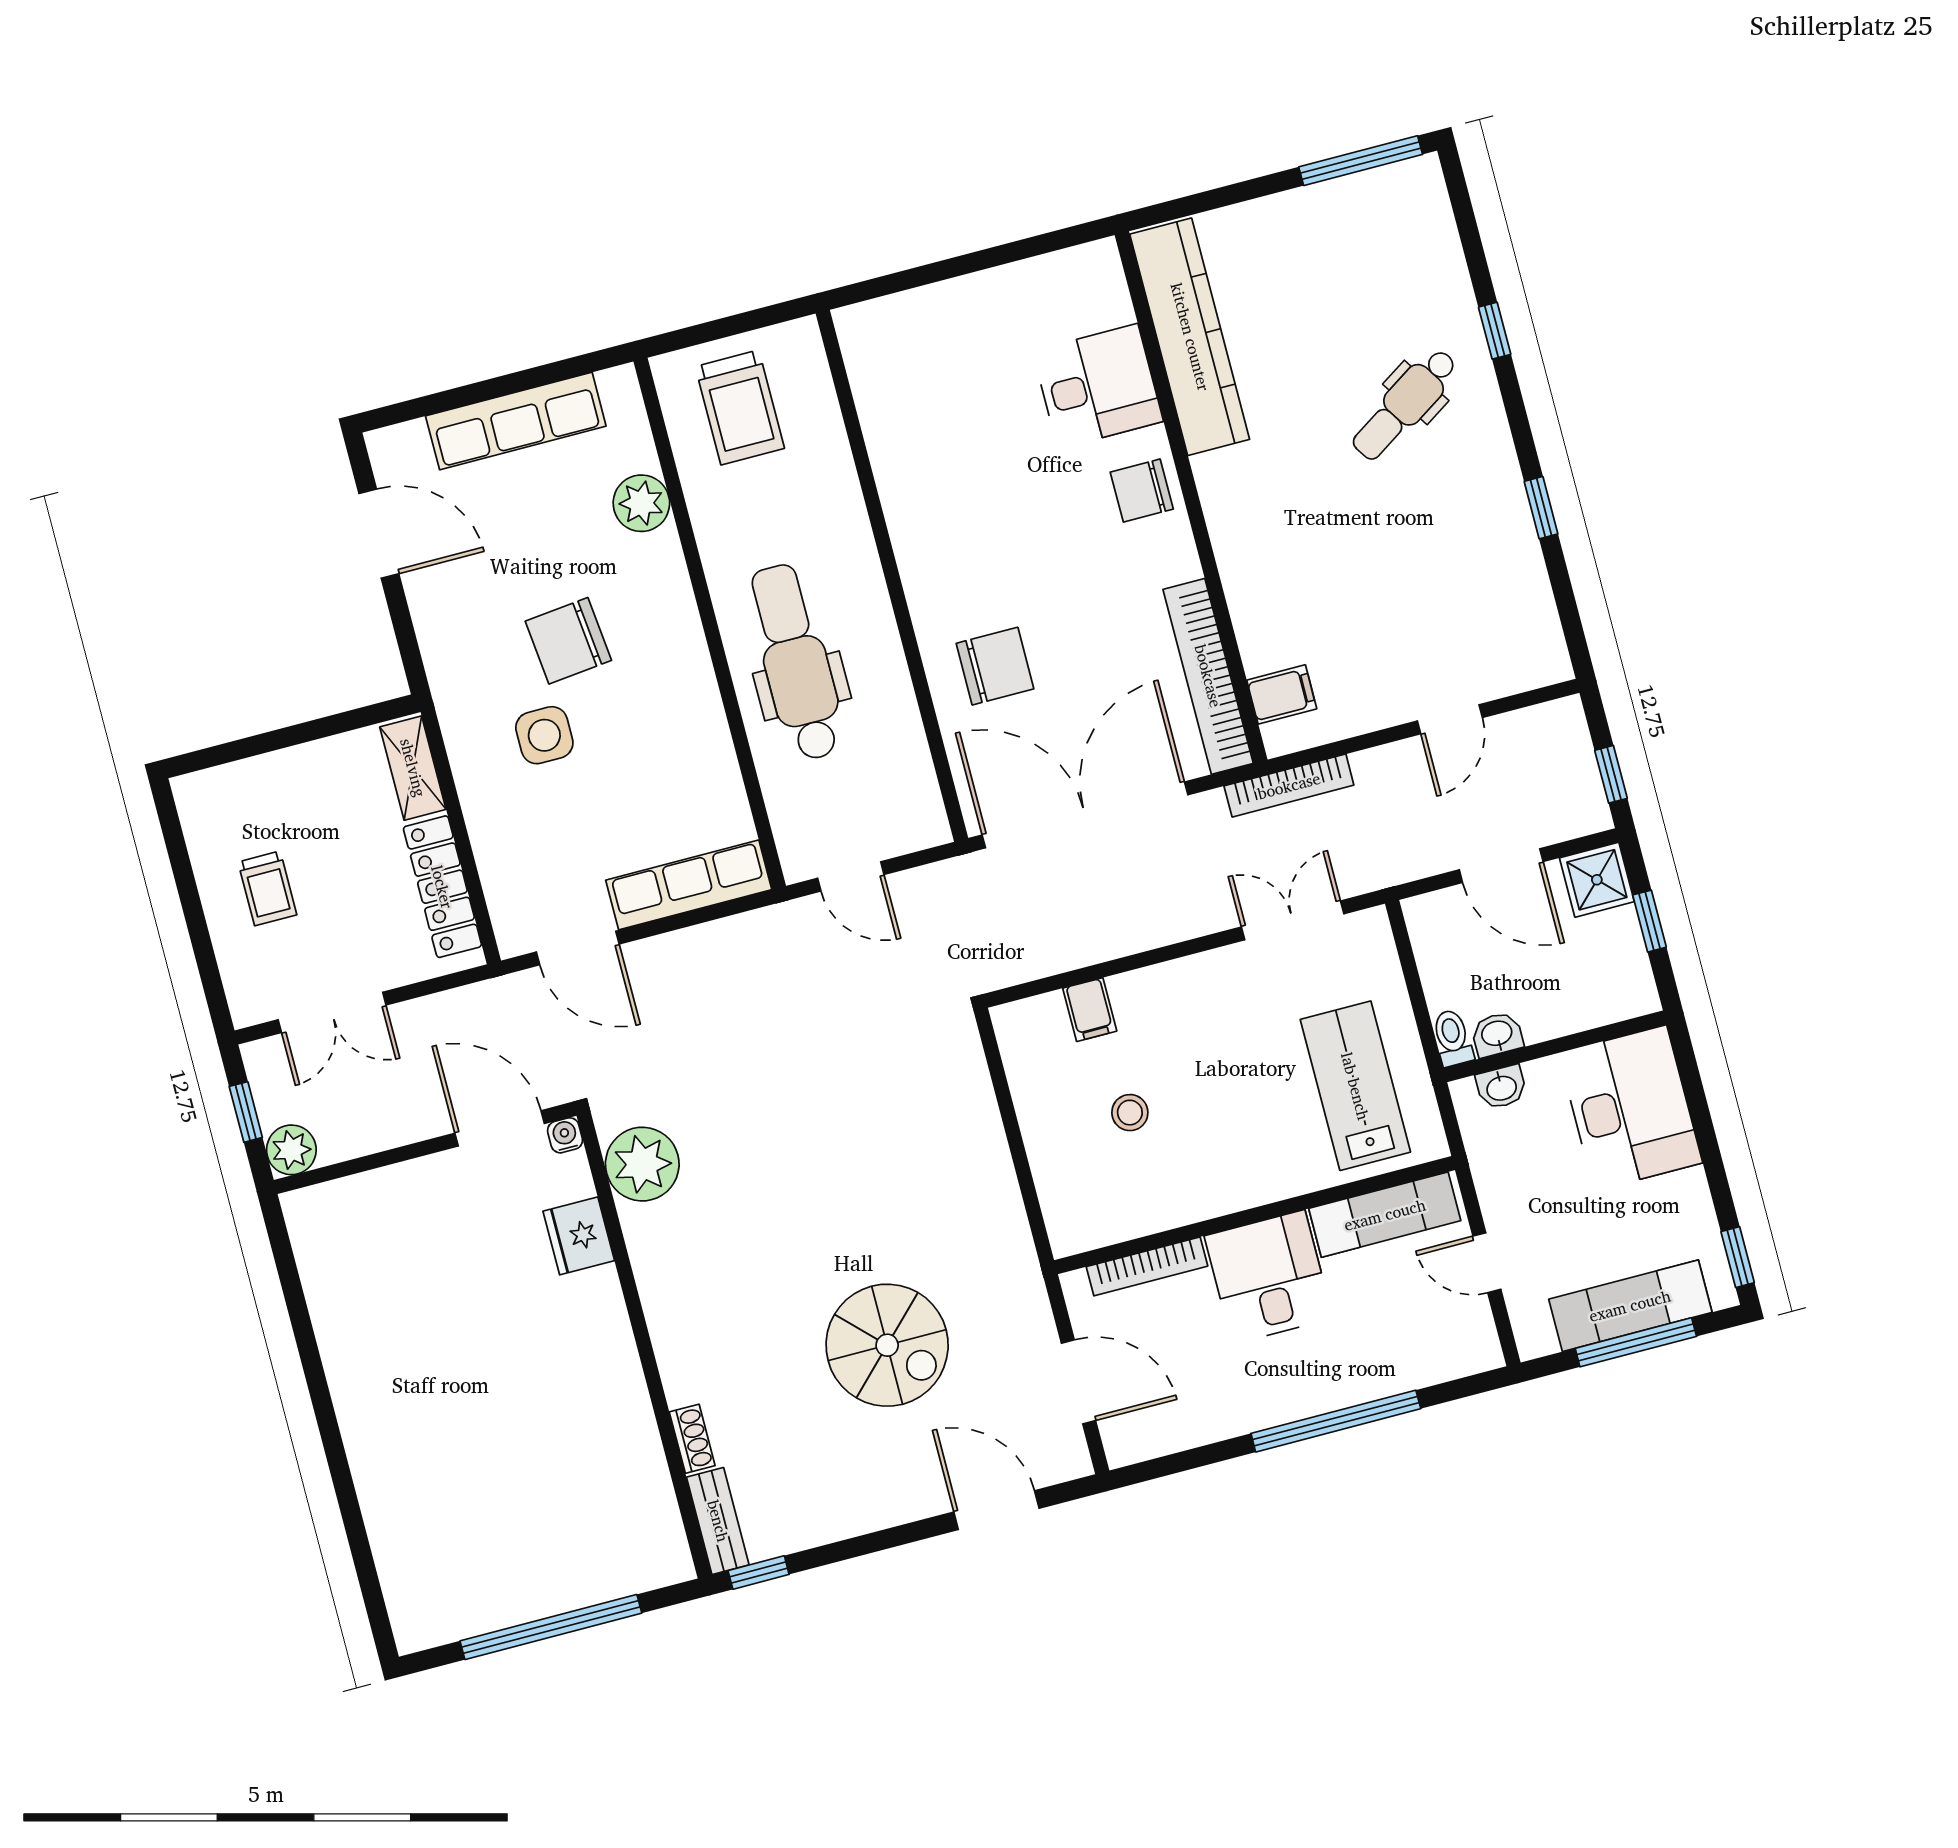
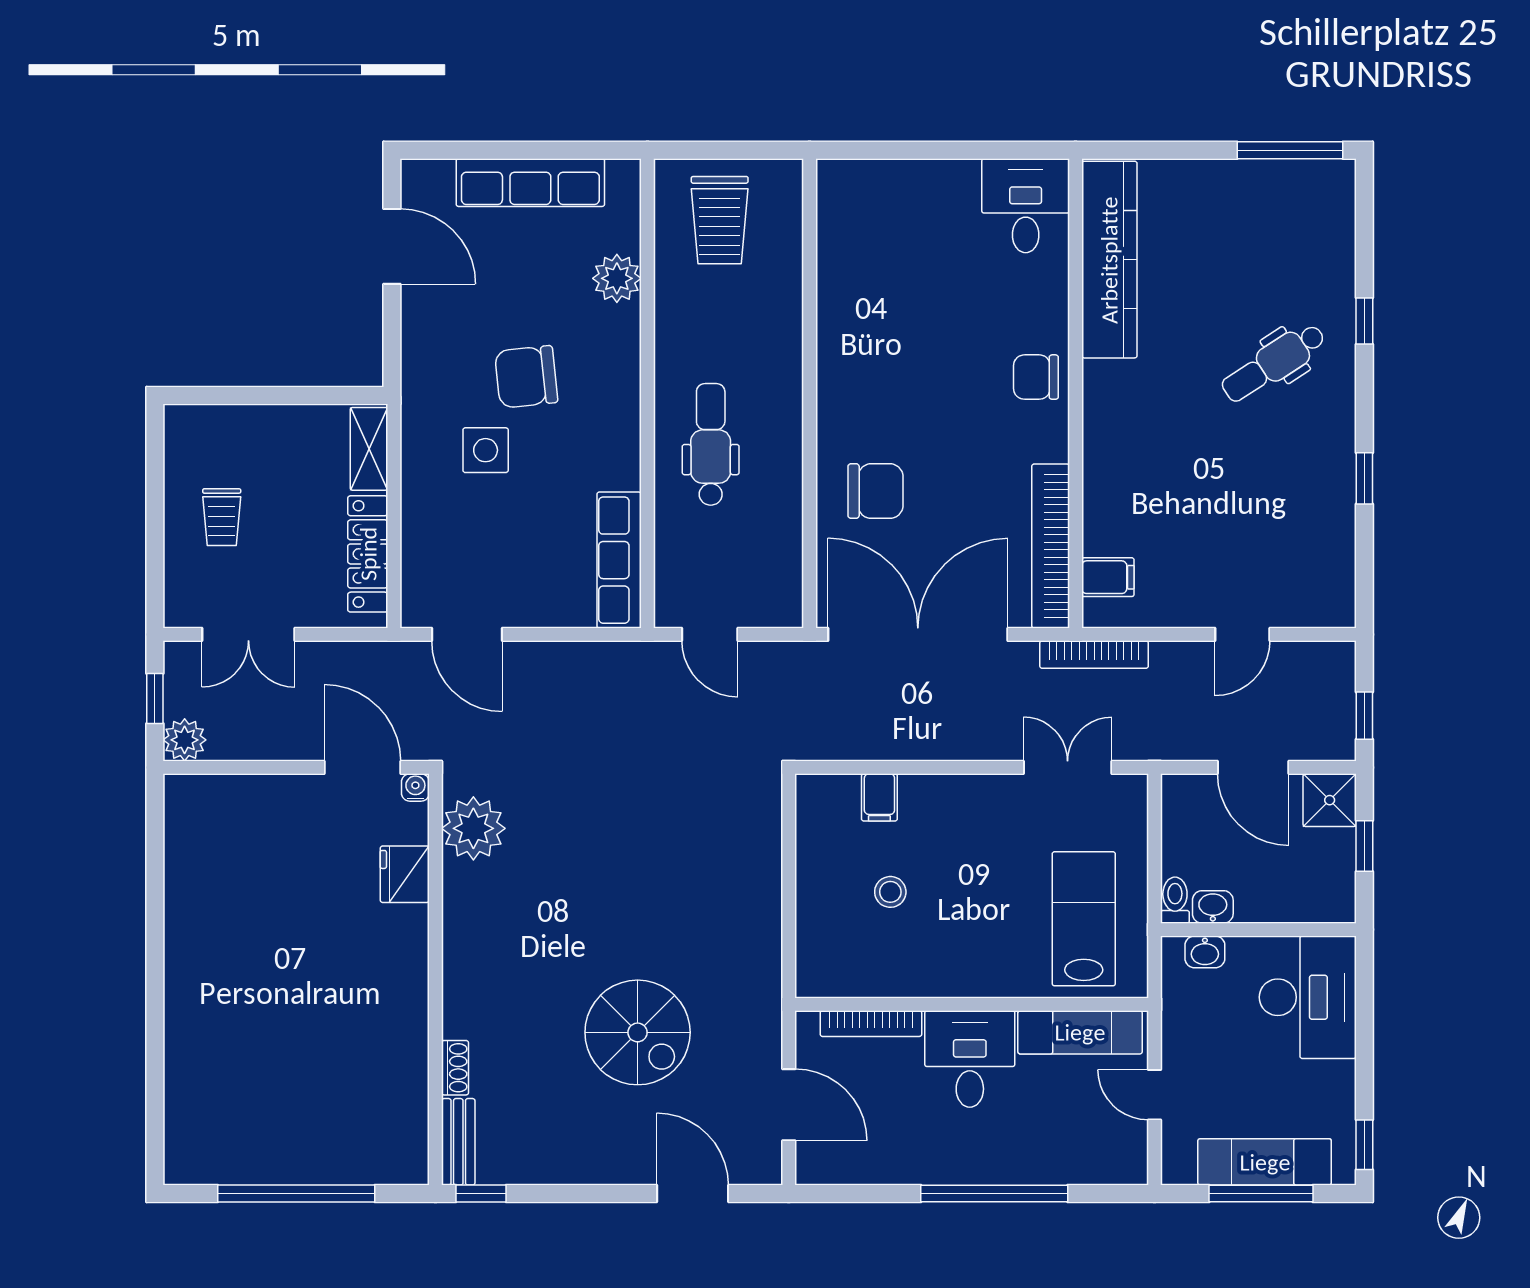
desk: (1098, 386) -> (1026, 206), moved, turned -90
dental chair: (796, 662) -> (711, 444), width x0.73, depth x0.72
row of seats: (689, 885) -> (619, 560), moved, turned -90

